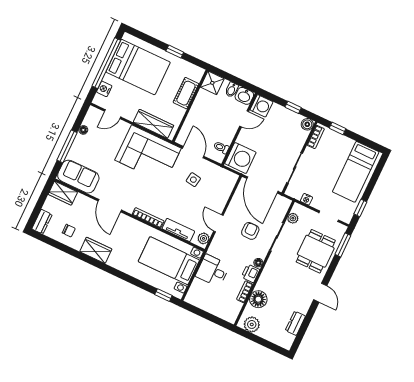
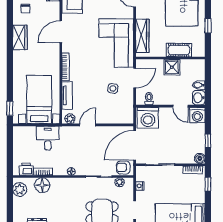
shower: (212, 83) -> (172, 67), moved
armchair: (250, 231) -> (123, 167), moved, turned 180
printer: (250, 273) -> (26, 169), moved

